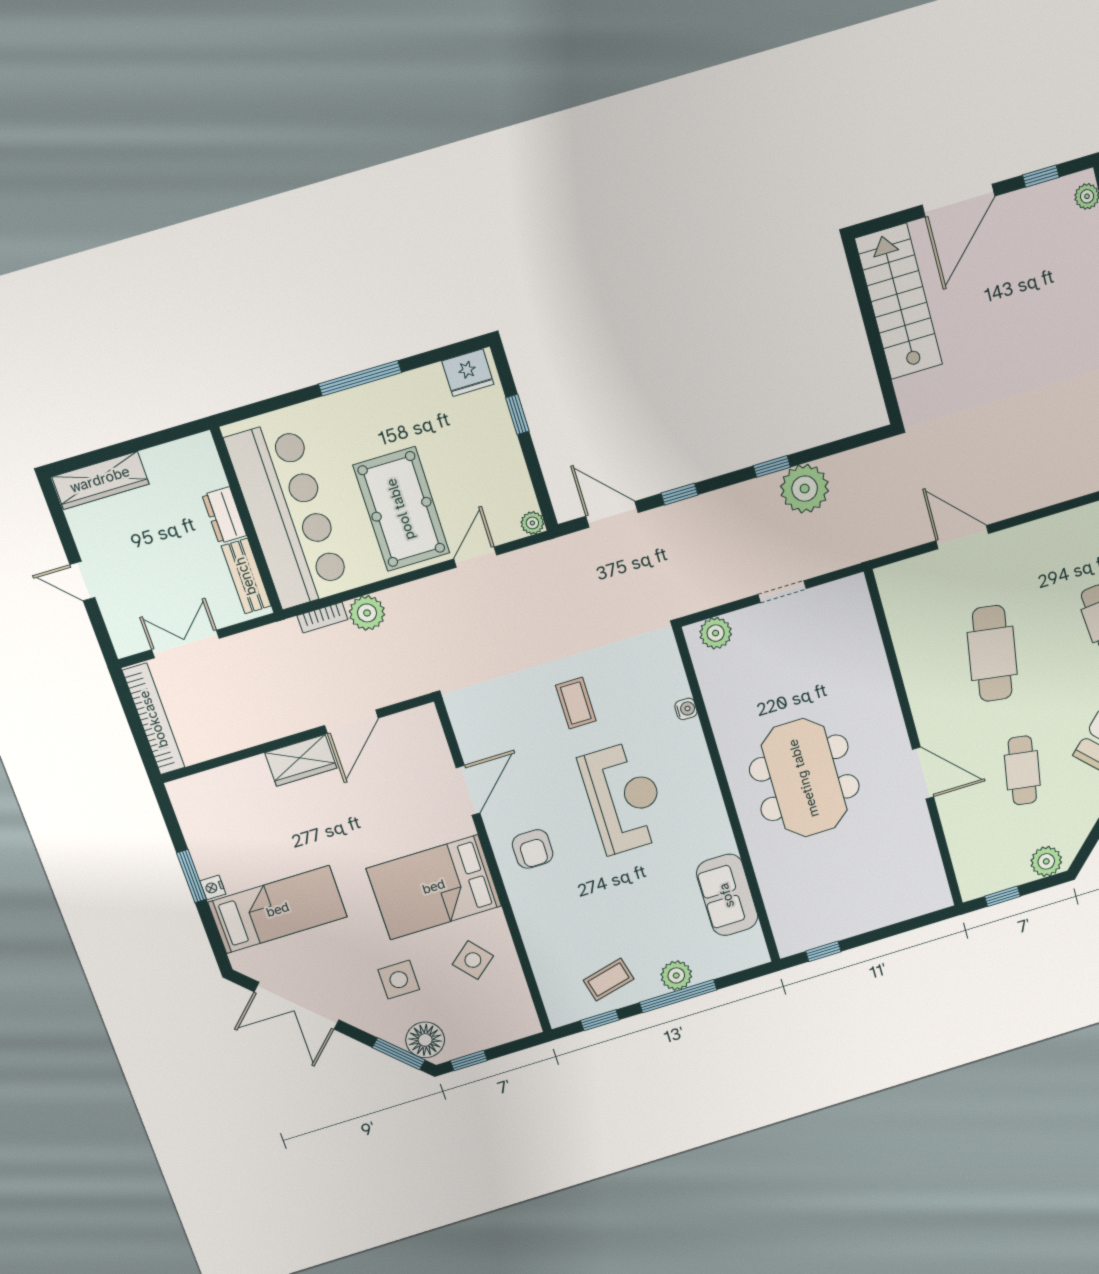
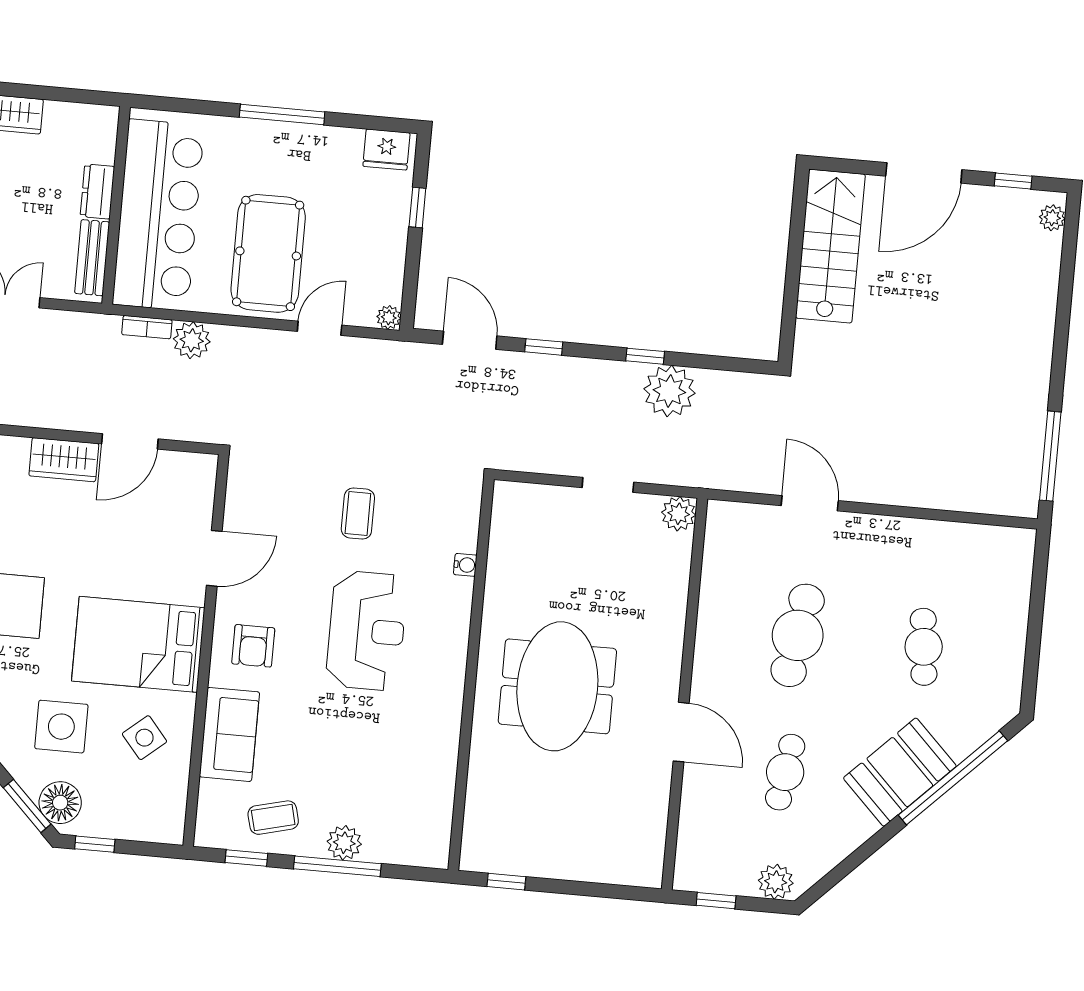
plant: (716, 633) -> (679, 514), moved
sofa: (727, 895) -> (229, 734), moved, turned 180
side table: (399, 980) -> (61, 727), width x1.37, depth x1.37

